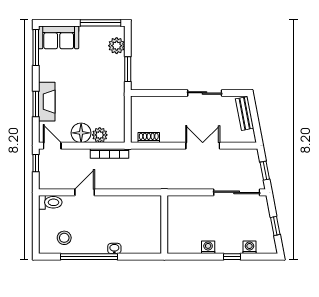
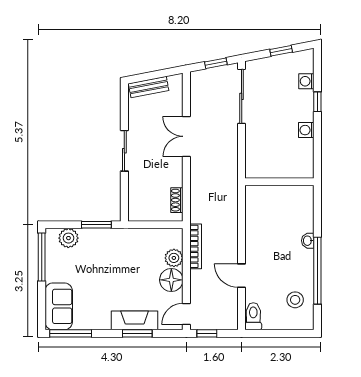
sliding door: (205, 93) -> (124, 151), moved

